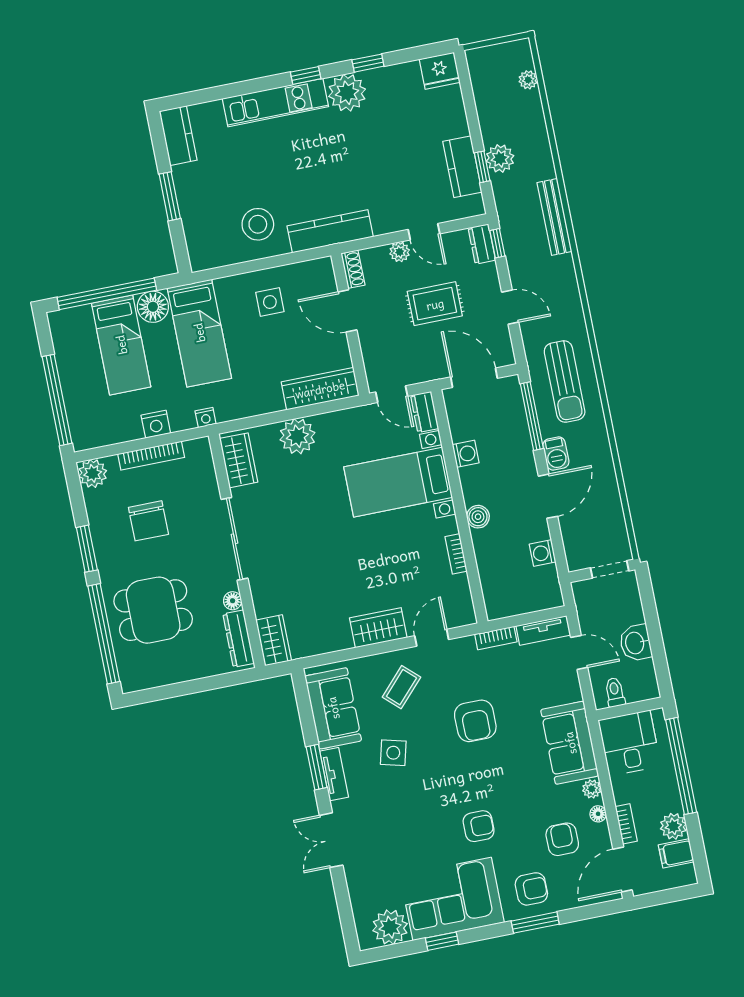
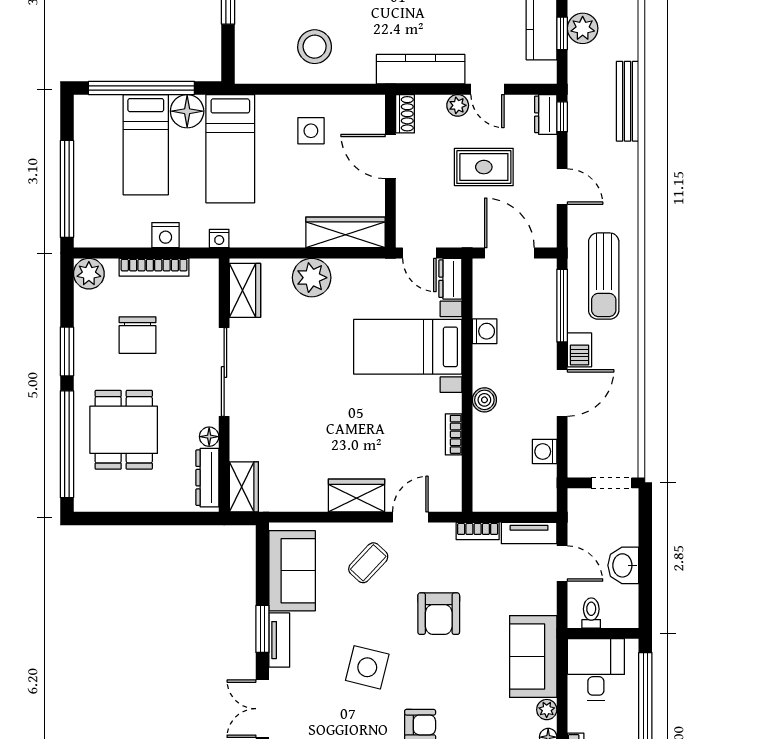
kitchen counter: (330, 231) -> (421, 69), moved
dining table: (153, 610) -> (124, 430), turned 90
side table: (393, 753) -> (367, 667), moved, width x1.37, depth x1.37

